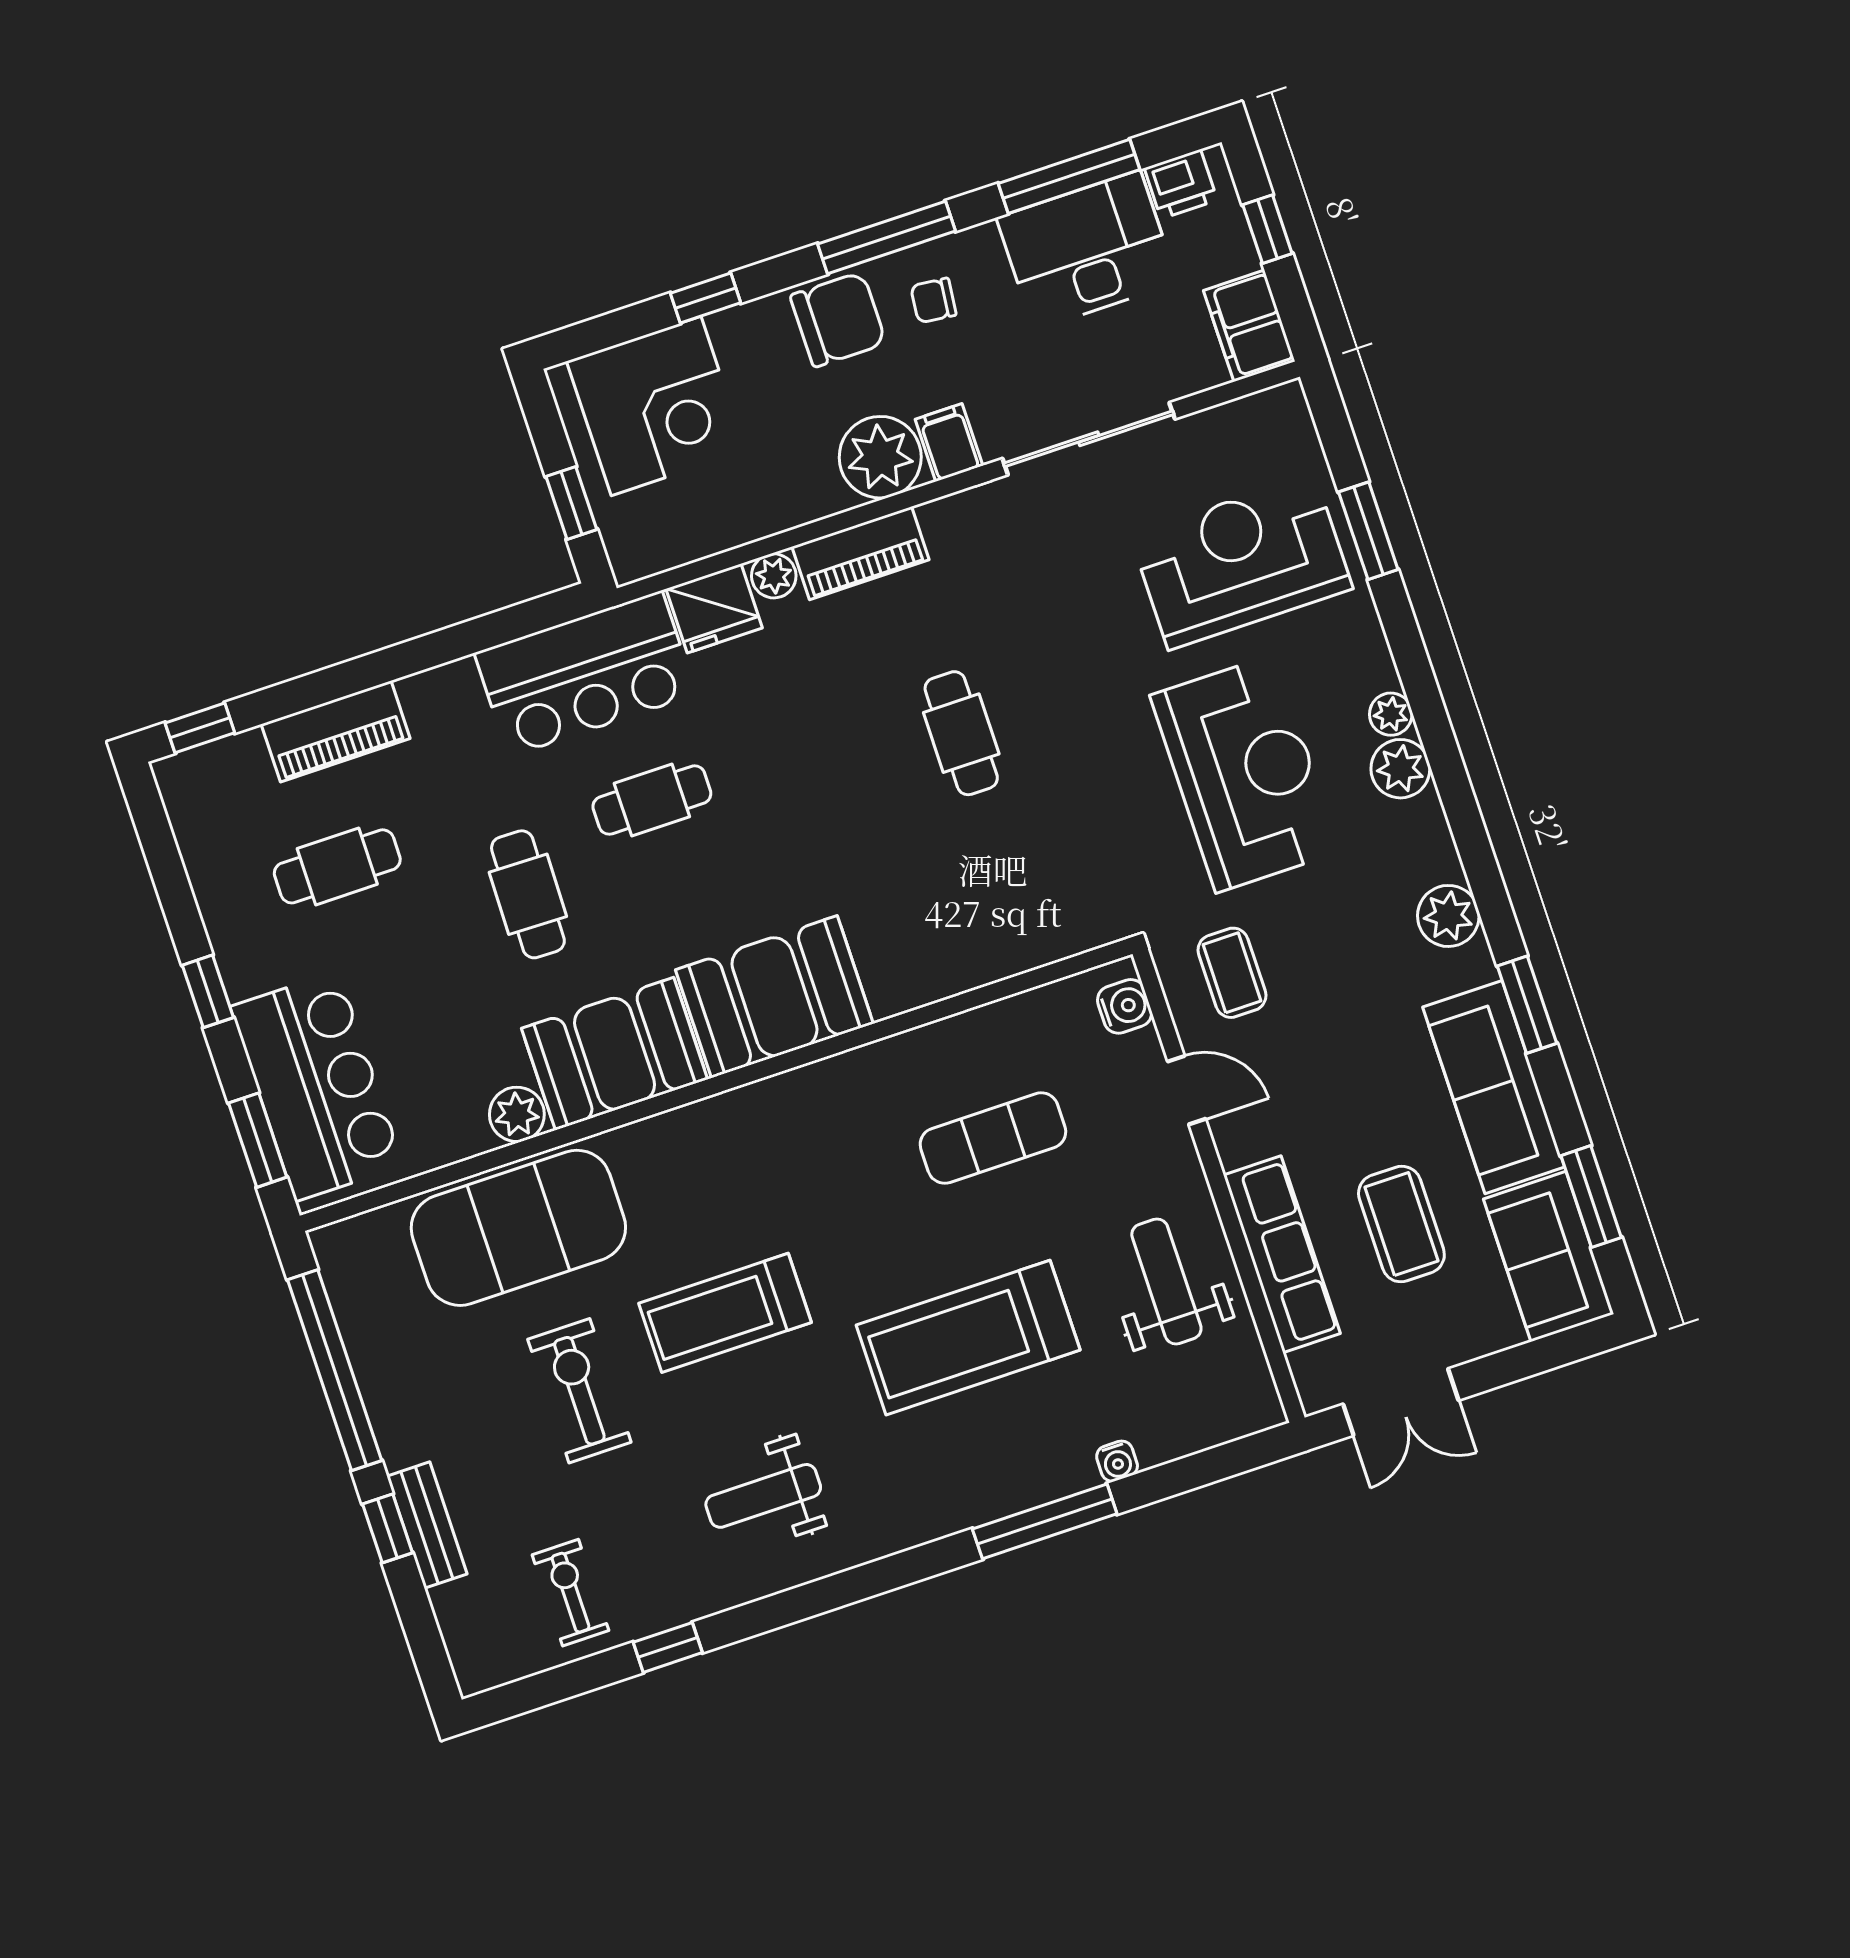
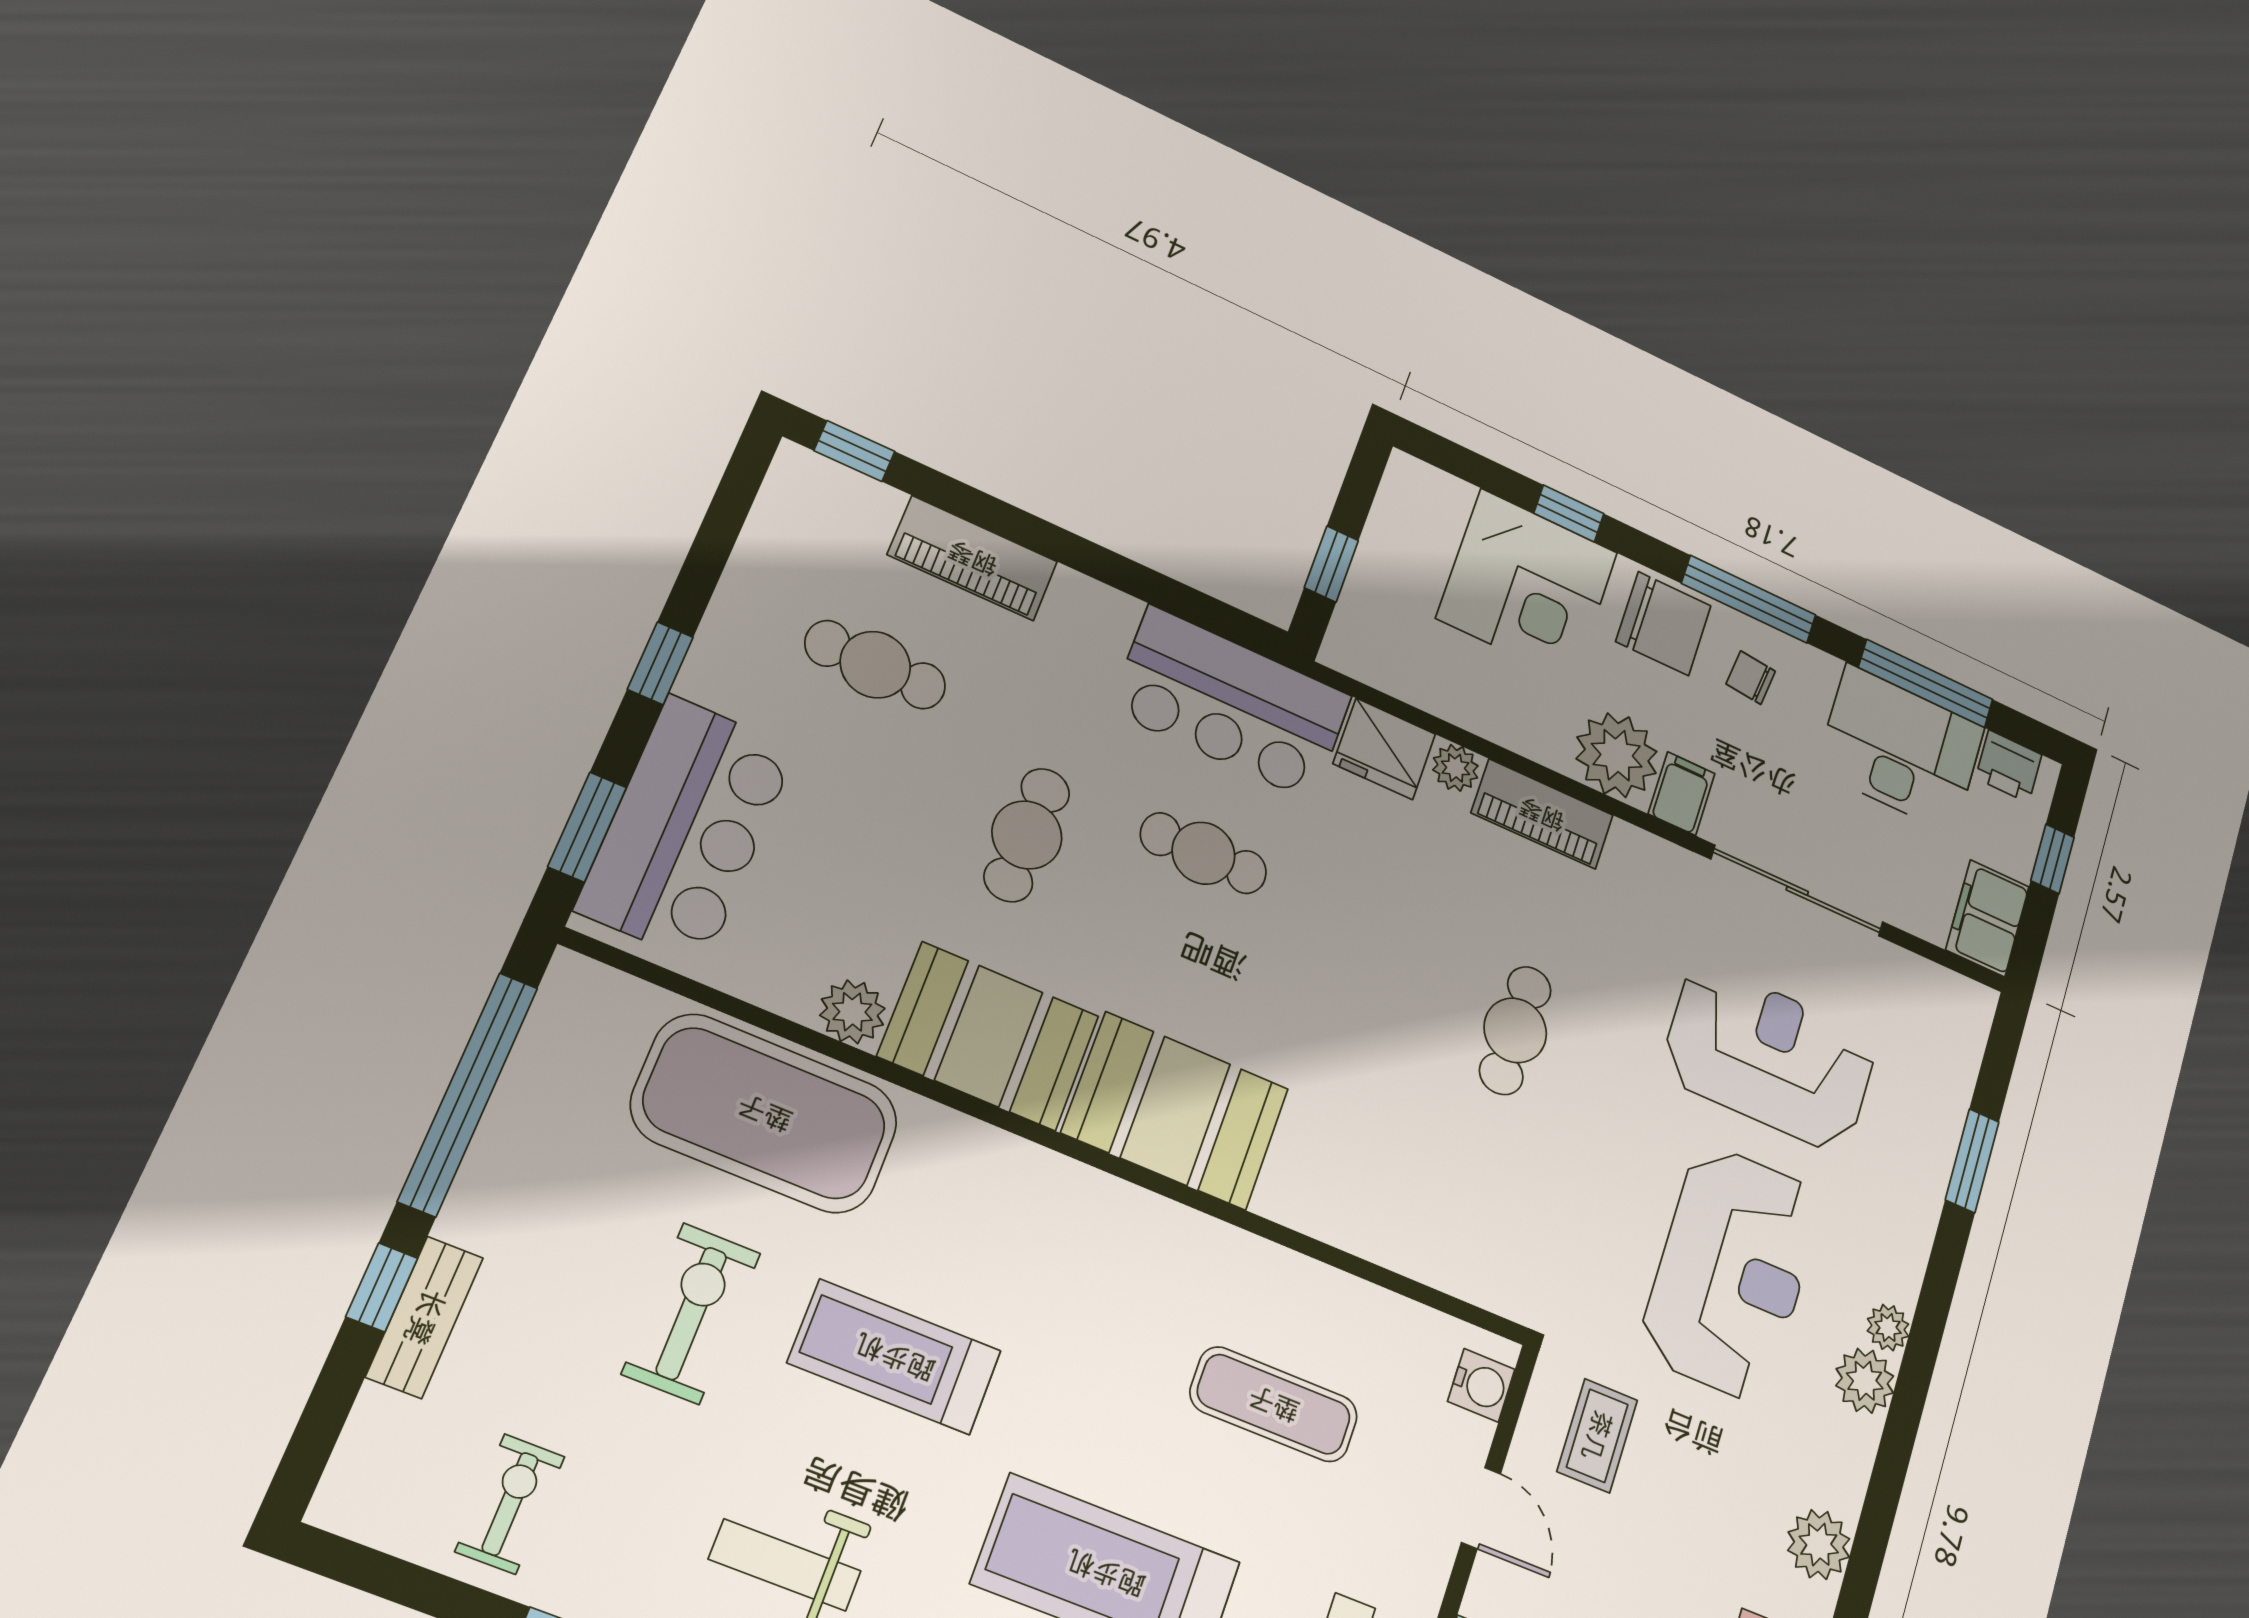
corner desk: (656, 406) -> (1527, 585), moved
reception desk: (1241, 562) -> (1769, 1057), moved

